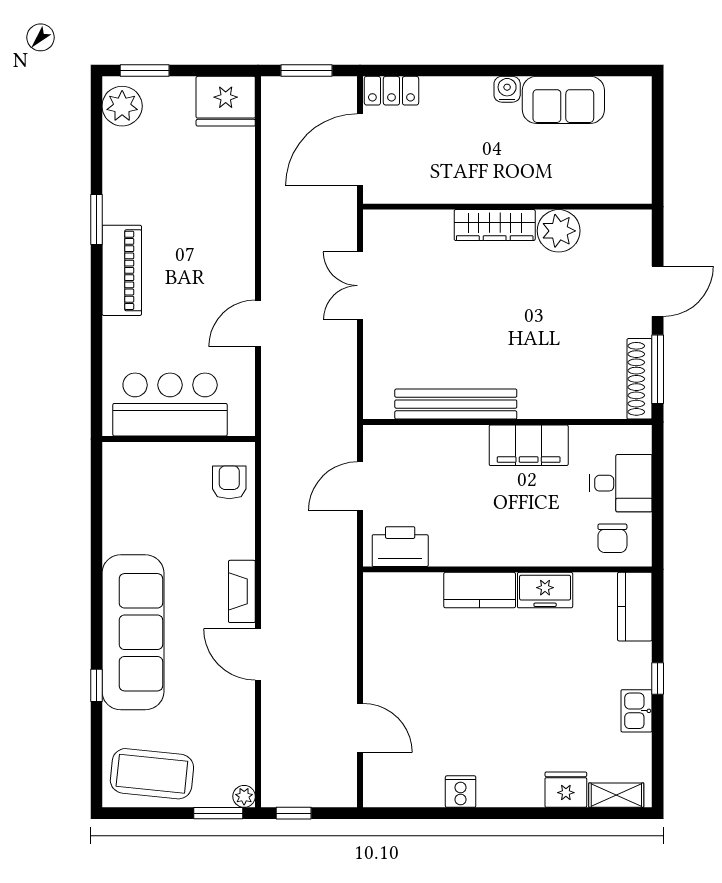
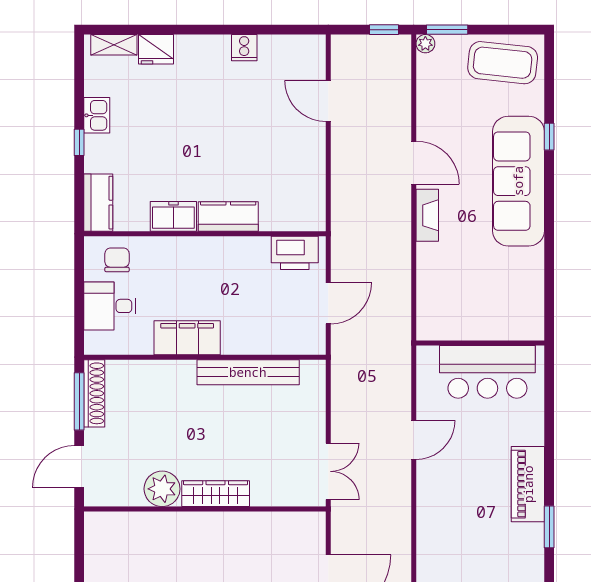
wall: (507, 207) -> (205, 509), moved
wardrobe: (495, 225) -> (216, 494), moved
plant: (559, 231) -> (162, 489), moved
armchair: (229, 482) -> (438, 307), removed

